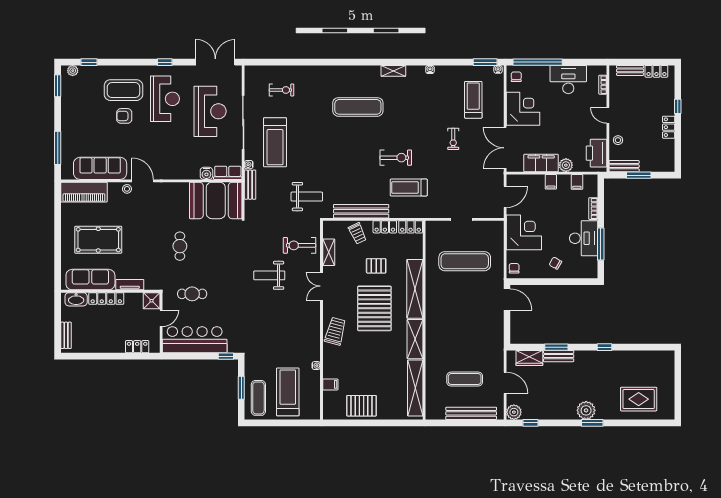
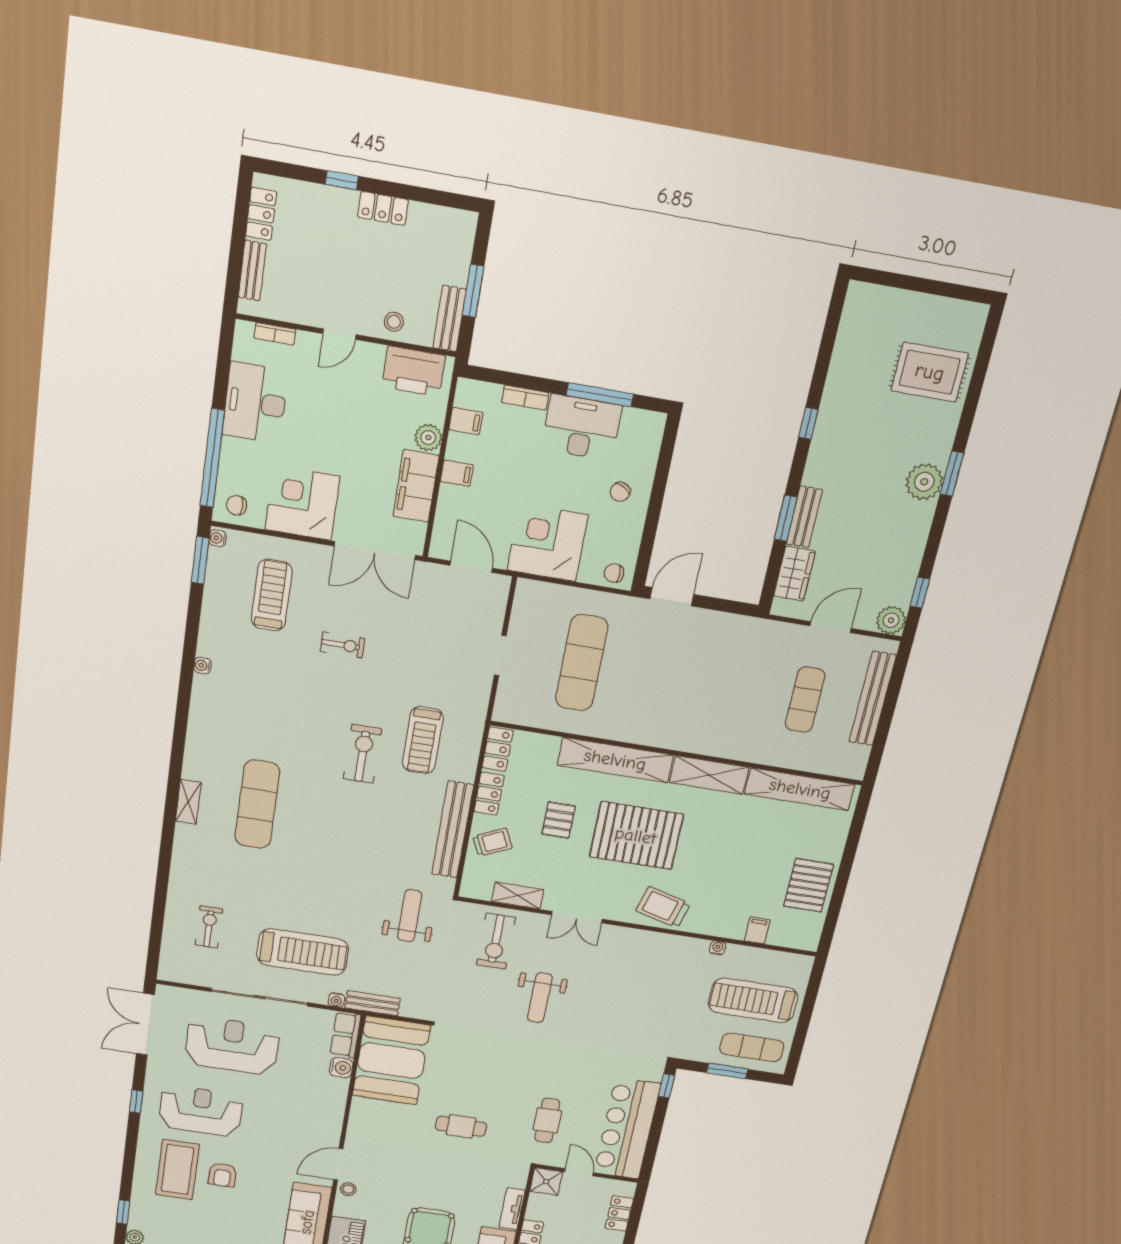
shelving: (393, 71) -> (188, 802), moved
treadmill: (473, 100) -> (272, 595), turned 90
rug: (639, 399) -> (930, 372), turned 90

